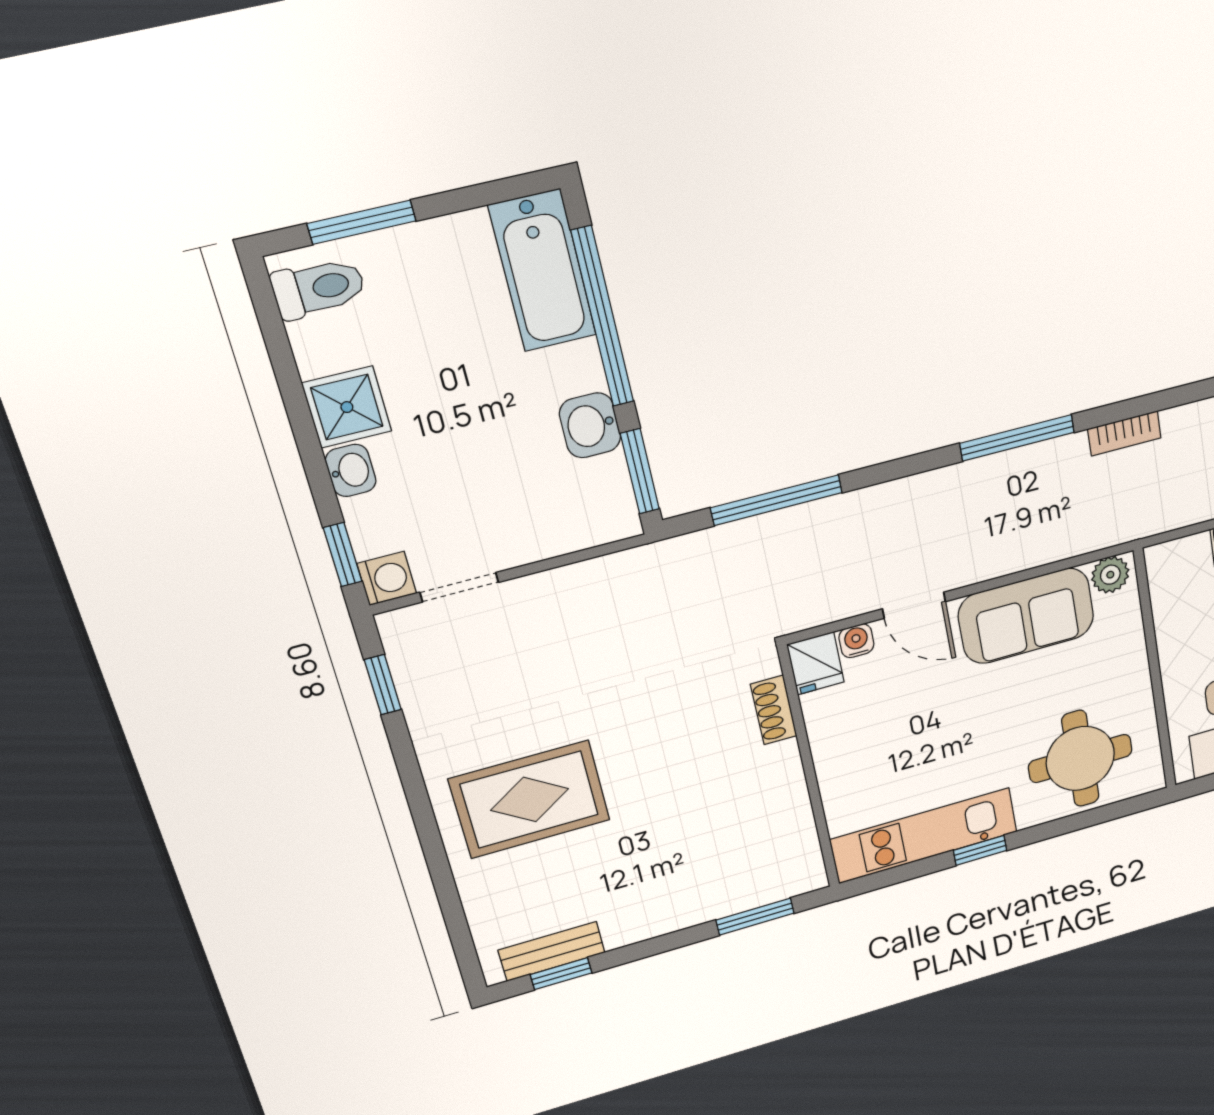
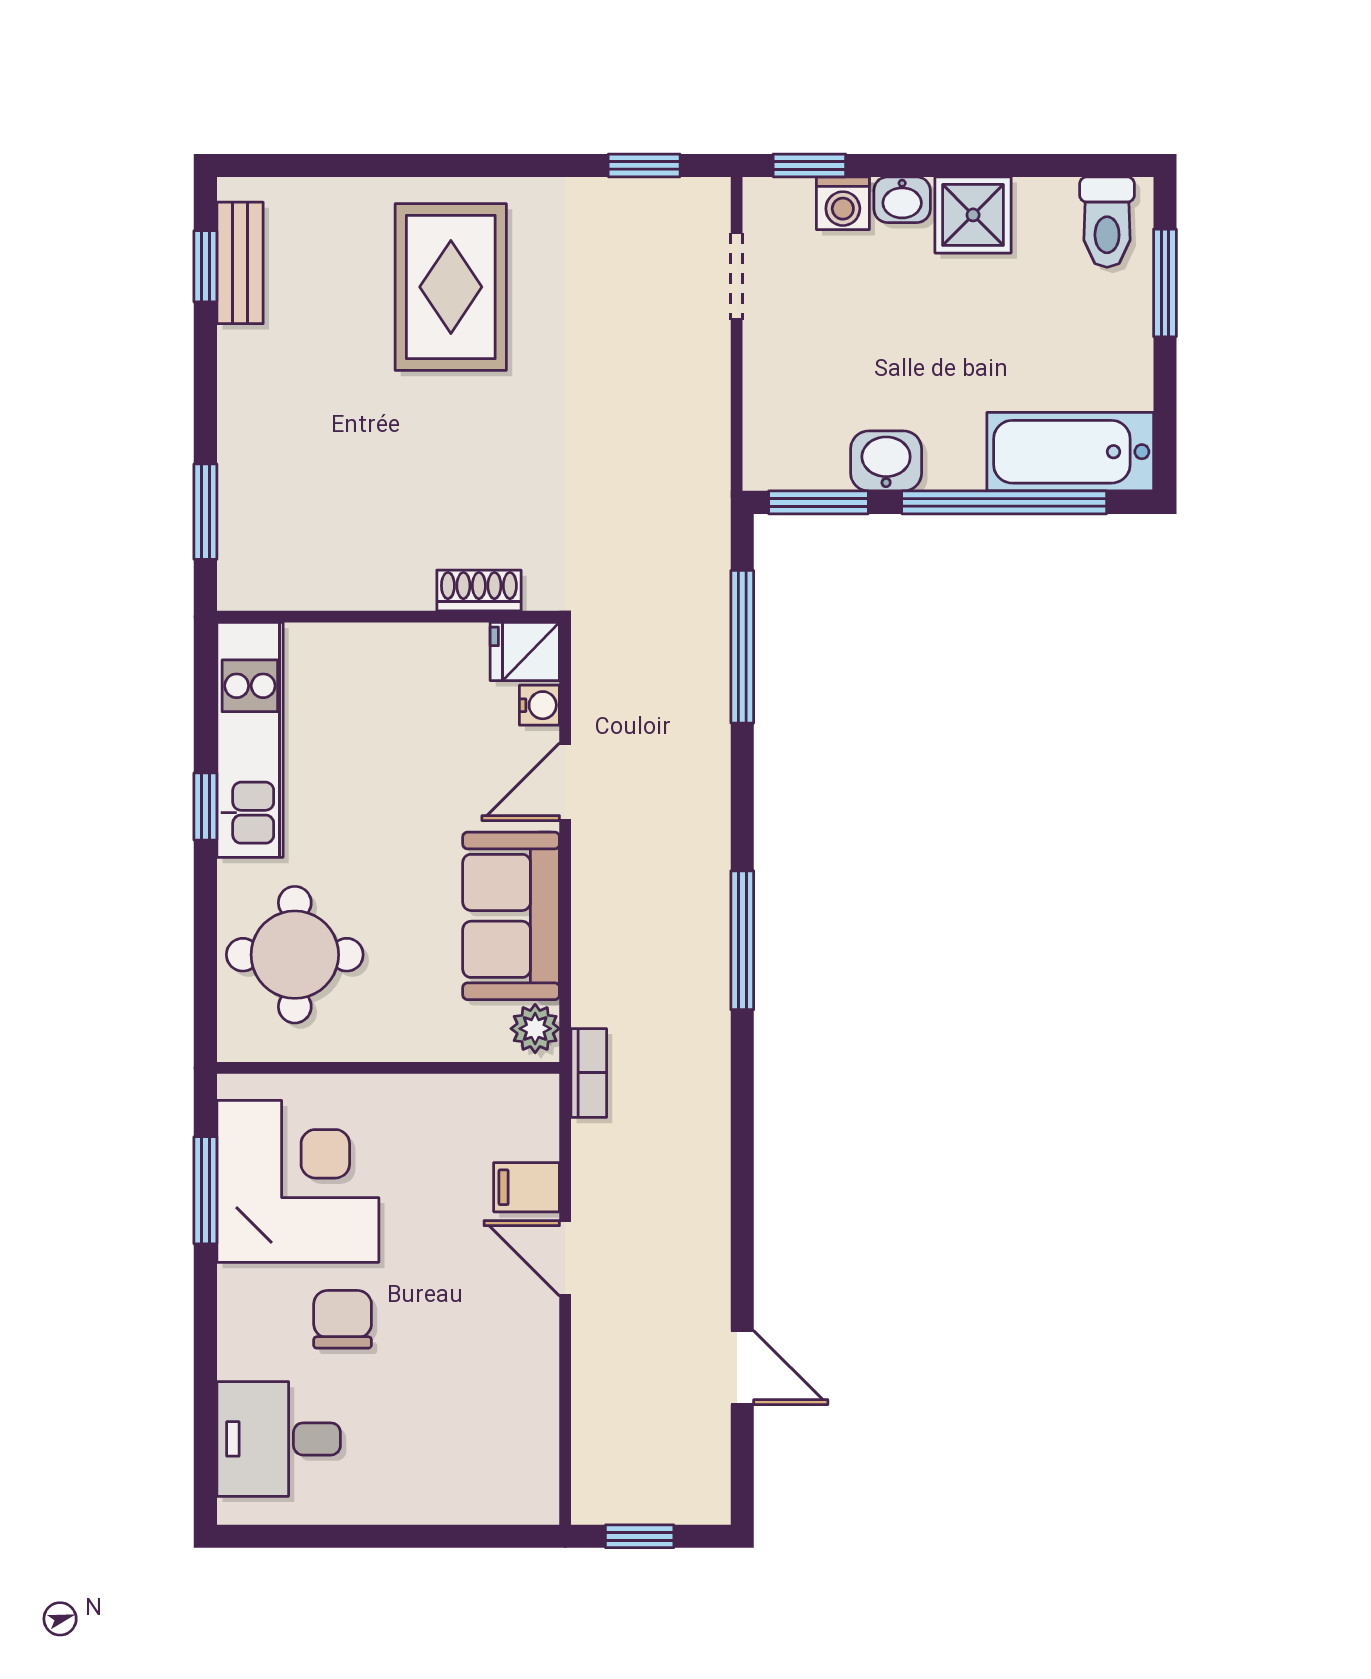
bookcase: (1124, 433) -> (589, 1073), moved, turned 180
washing machine: (387, 579) -> (843, 203), moved

